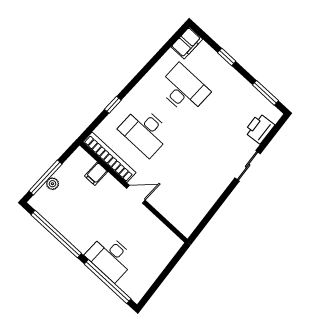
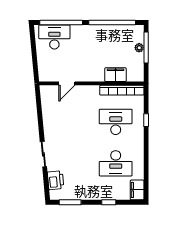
filing cabinet: (96, 174) -> (115, 75), width x2.00
door: (136, 194) -> (67, 83), moved
desk: (110, 257) -> (54, 37), moved

